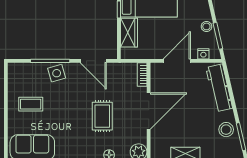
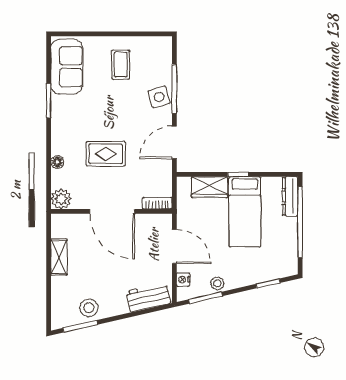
workbench: (219, 88) -> (148, 297), width x0.73

